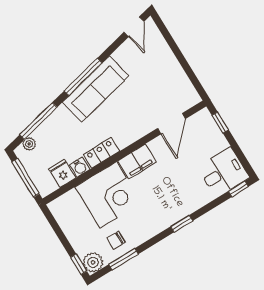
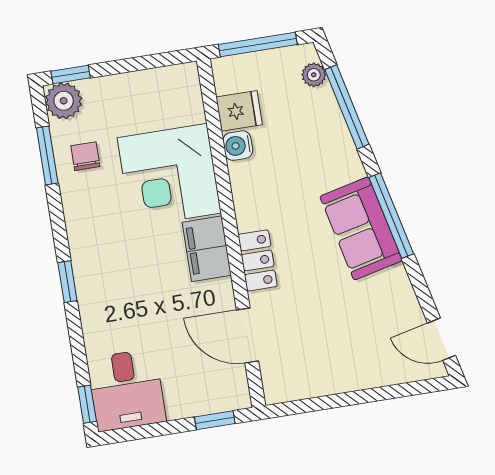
sofa: (96, 89) -> (361, 228), width x0.73
locker: (101, 153) -> (258, 260), moved

